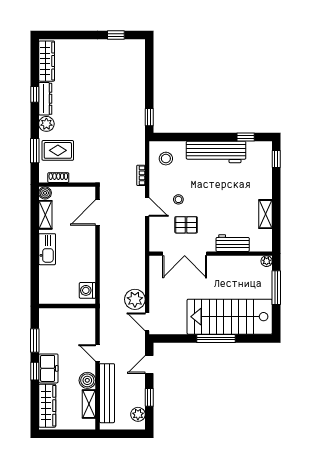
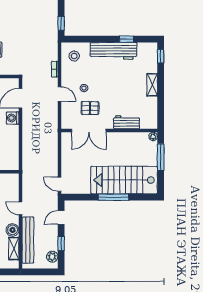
window: (246, 137) -> (126, 39), moved
shelving: (265, 214) -> (152, 85), moved
washing machine: (87, 290) -> (13, 118), moved
plant: (135, 299) -> (50, 166), removed

